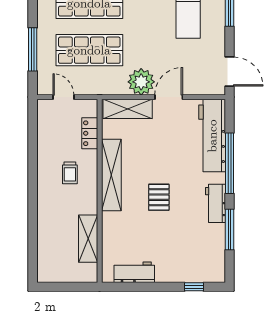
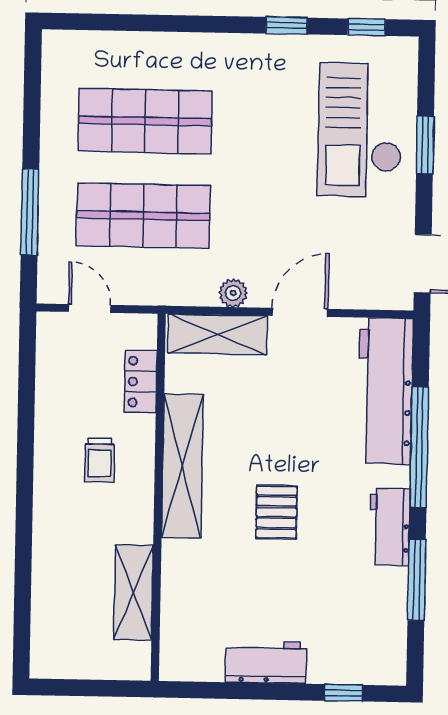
plant: (141, 82) -> (233, 293), width x0.53, depth x0.53
workbench: (134, 272) -> (266, 662), moved

